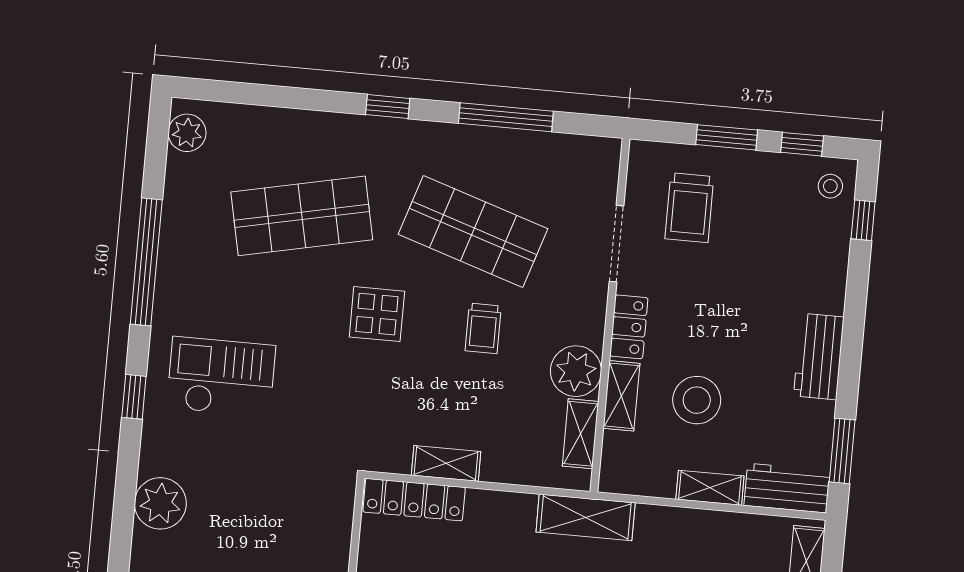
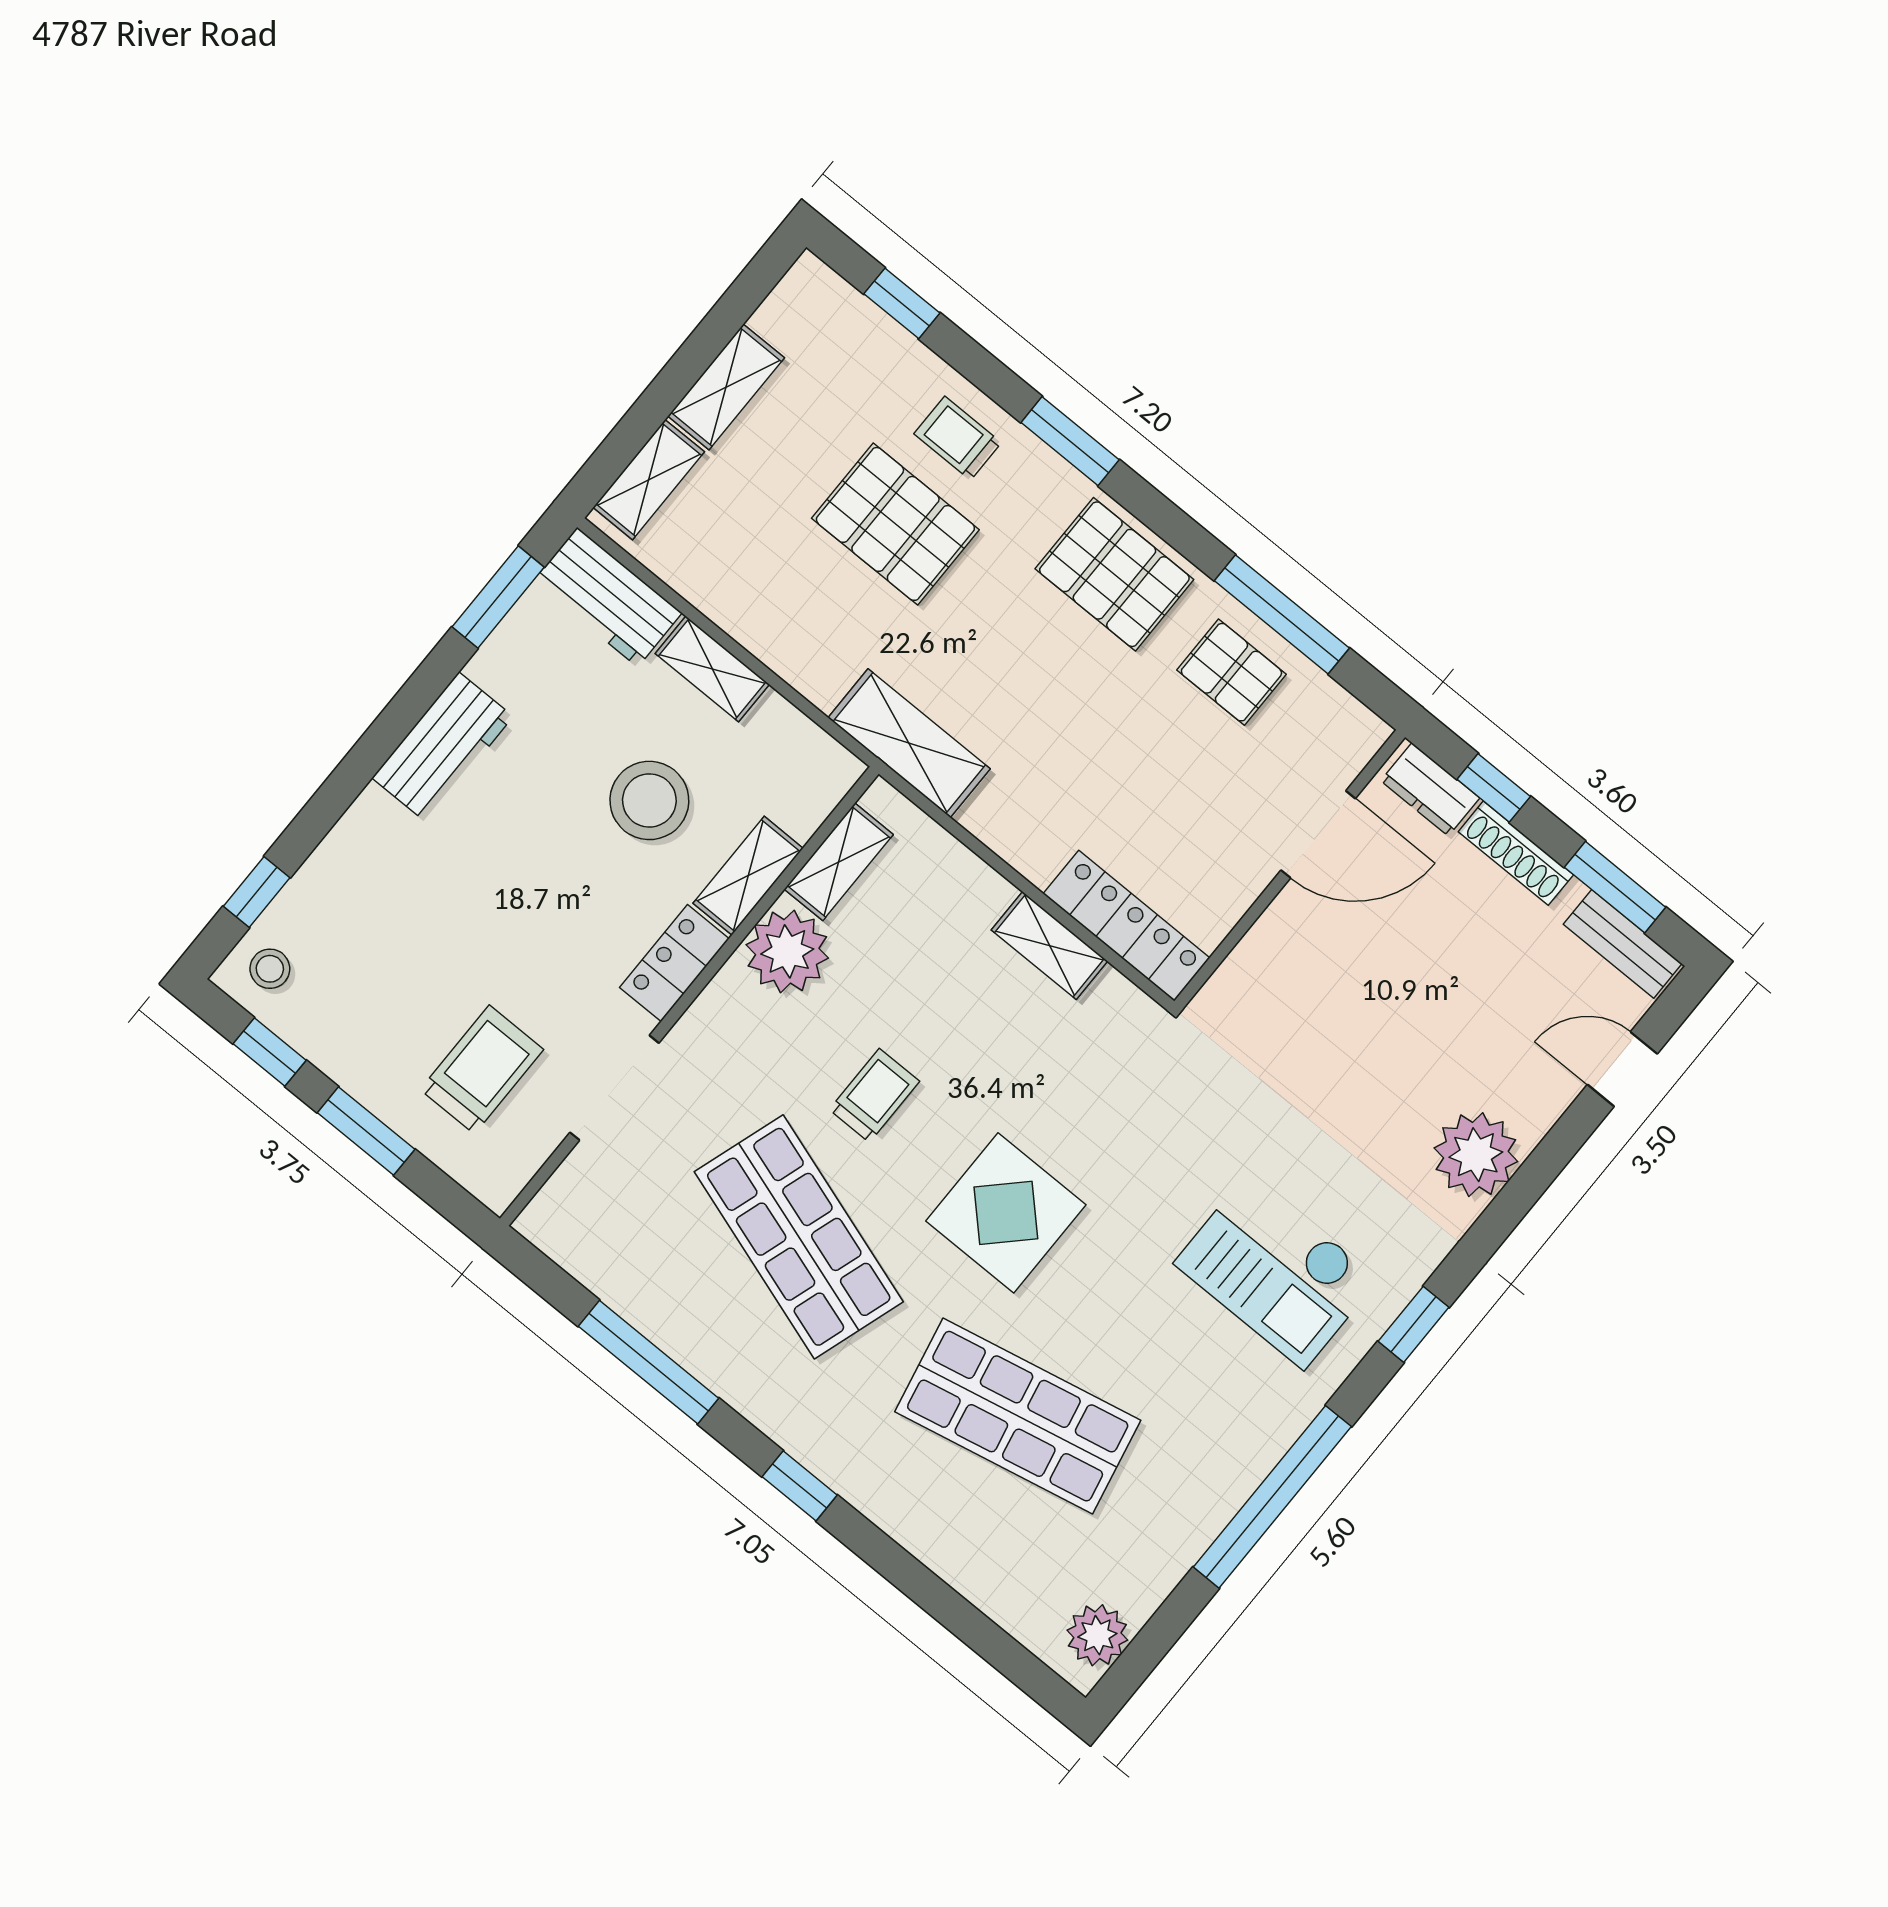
display table: (377, 314) -> (1006, 1213), width x1.36, depth x1.36

